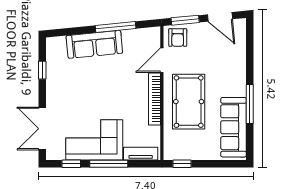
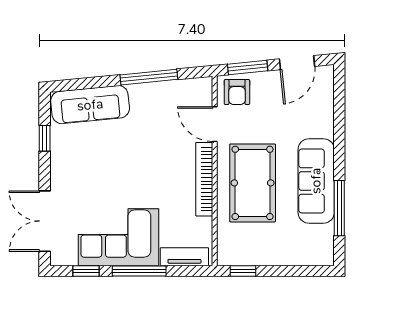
door: (220, 17) -> (297, 63), hinge flipped
sofa: (94, 44) -> (90, 105), moved
door: (162, 60) -> (215, 124), hinge flipped
window: (250, 104) -> (339, 208), moved
sofa: (234, 127) -> (316, 181), moved

